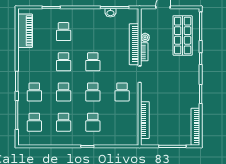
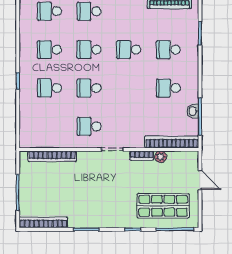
bookcase: (134, 44) -> (172, 142), moved
school desk: (93, 62) -> (168, 88), moved

